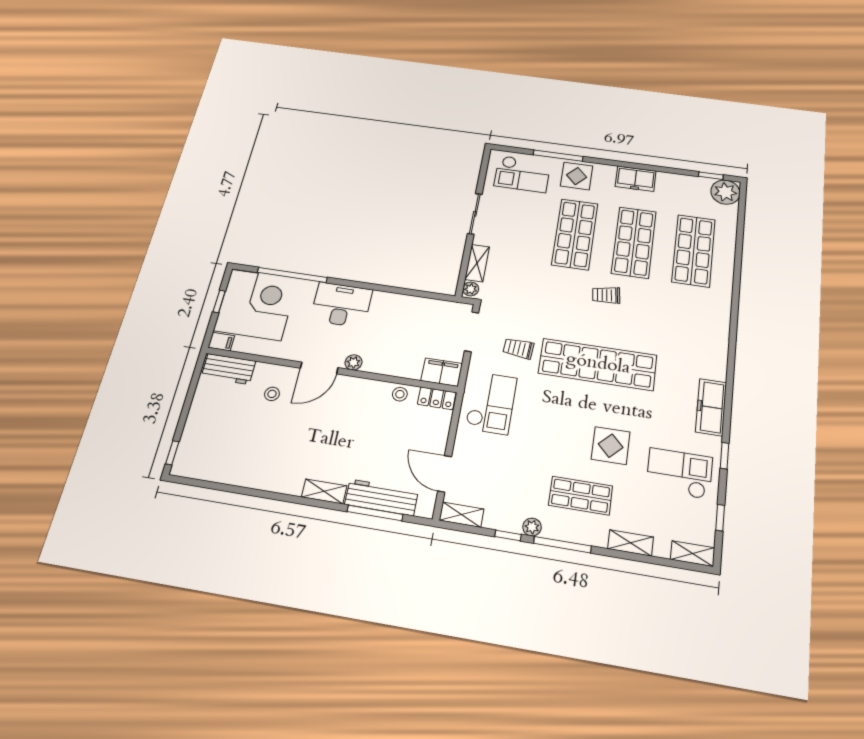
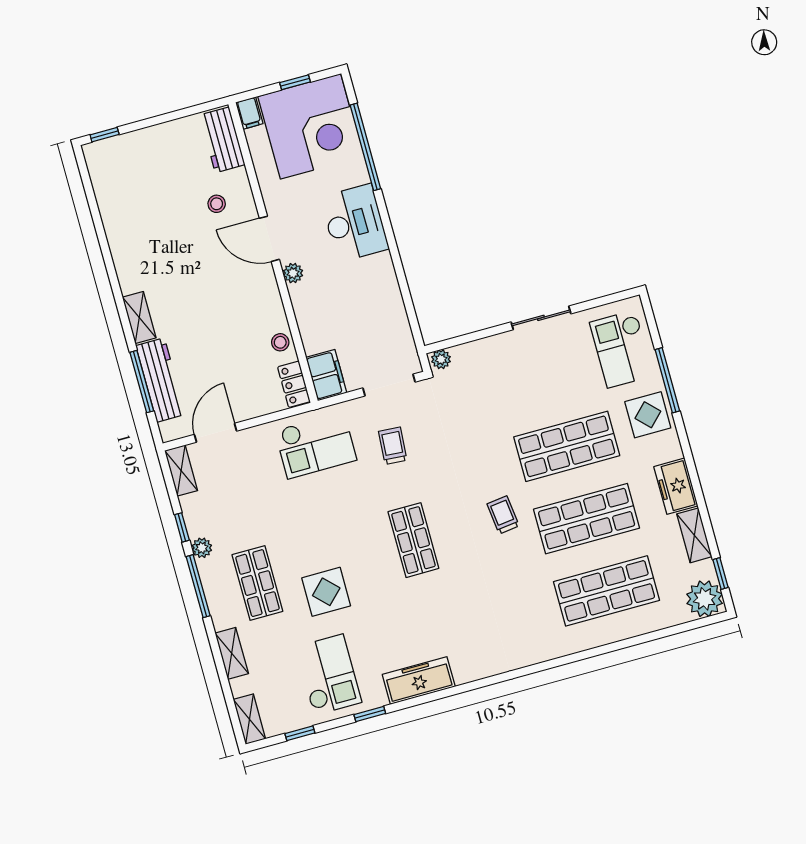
shelving: (477, 263) -> (694, 535), moved, turned 90
shop shelf: (598, 364) -> (413, 540), width x0.50, depth x0.74

